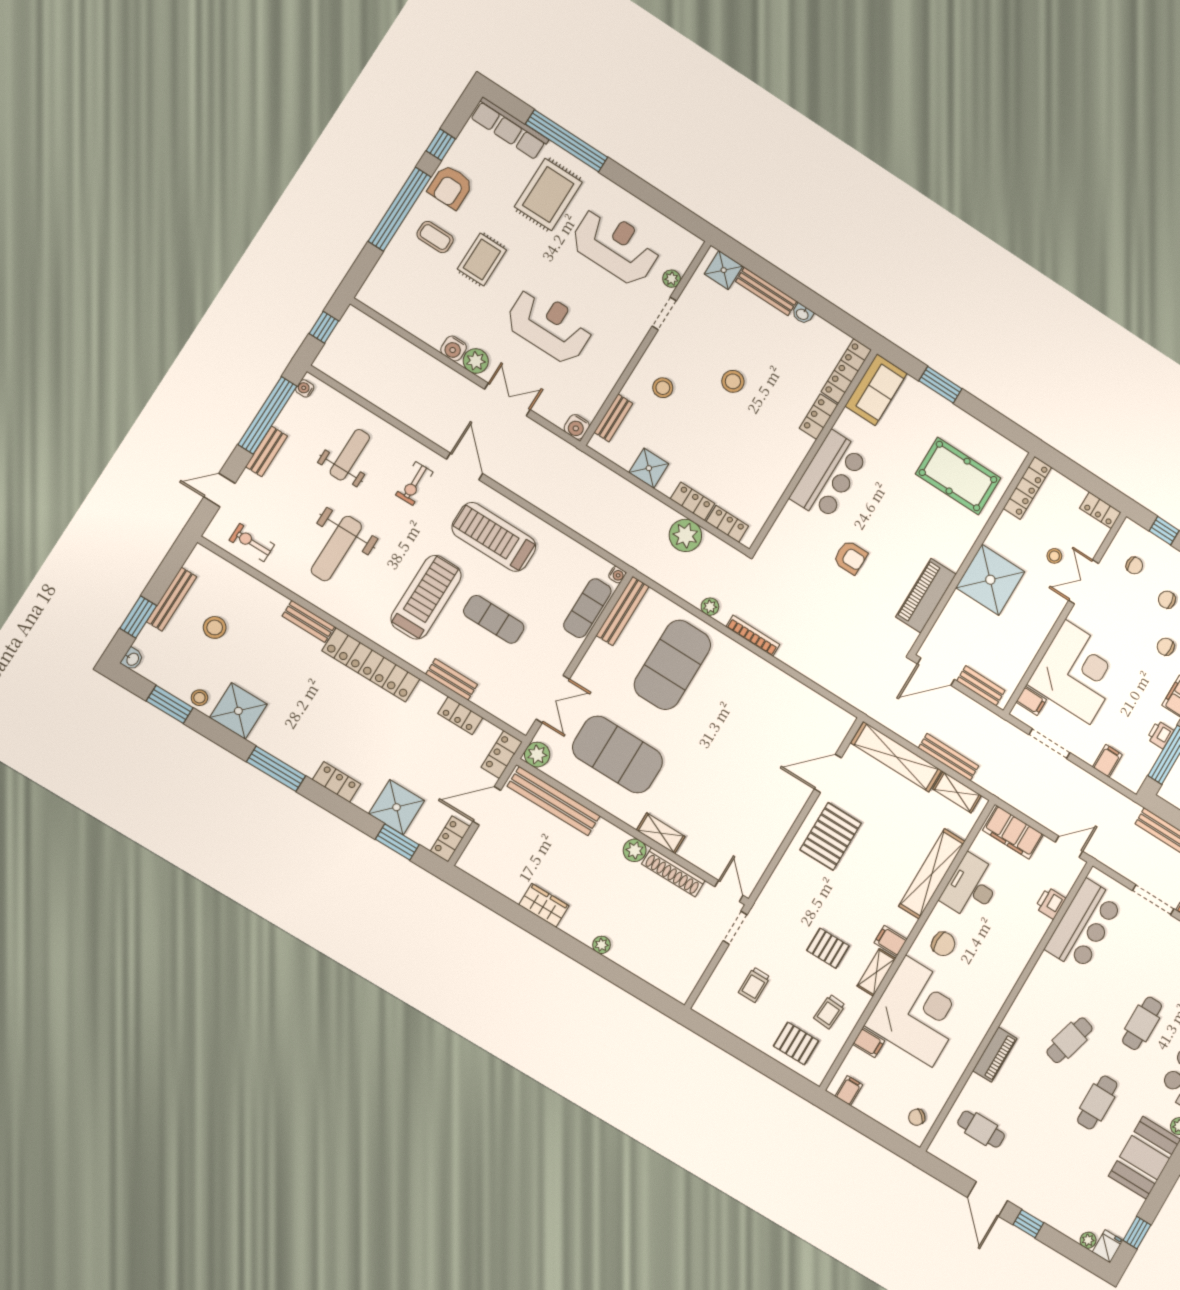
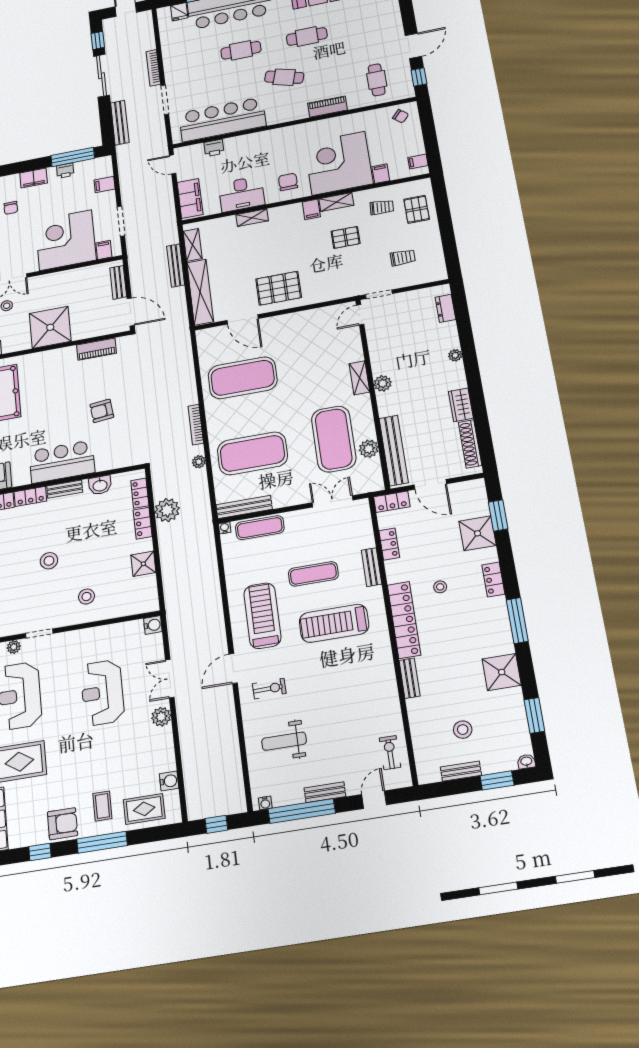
window: (400, 209) -> (102, 842), width x0.68
rug: (482, 260) -> (144, 809), moved
water cooler: (454, 349) -> (169, 781), moved
bench: (613, 418) -> (65, 489), moved
door: (219, 490) -> (374, 800), swing flipped
washbasin: (770, 493) -> (100, 485), added
treadmill: (494, 537) -> (262, 616), turned 180
exercise bike: (252, 542) -> (390, 753), turned 180
weight bench: (336, 548) -> (350, 700), removed
armchair: (850, 557) -> (102, 411), turned -96
piano: (926, 596) -> (96, 349), width x0.73, depth x0.75
bench: (172, 599) -> (461, 771), width x0.73
exercise mat: (494, 619) -> (313, 574), turned 90
stool: (199, 698) -> (440, 587), moved
exercise mat: (763, 721) -> (243, 378), added
plant: (537, 755) -> (369, 449), moved
locker: (450, 839) -> (469, 488), removed
shoe rack: (673, 872) -> (470, 444), moved, turned 180
shelving: (932, 874) -> (252, 218), width x0.45, depth x0.75
bar counter: (1084, 925) -> (222, 119), width x1.36
pallet: (828, 948) -> (346, 237), turned 90
dresser: (661, 979) -> (445, 308), added
window: (1028, 1224) -> (419, 77), moved

